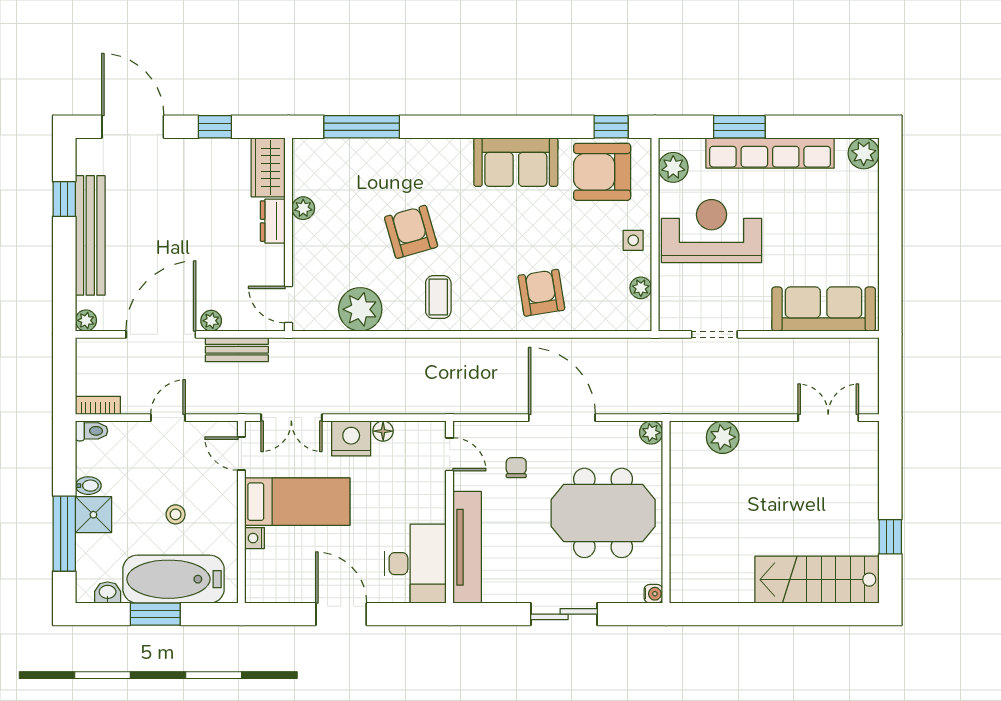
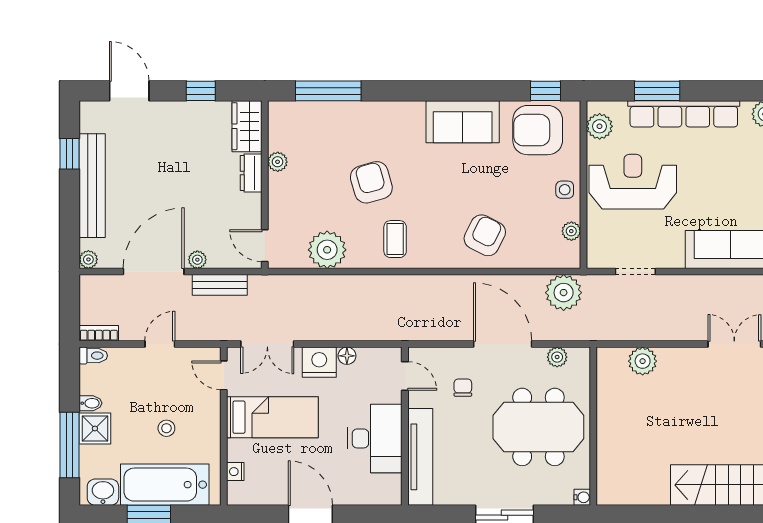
door: (133, 127) -> (129, 91), width x0.73
armchair: (541, 293) -> (485, 235), turned 36
plant: (632, 358) -> (564, 293), added
plant: (651, 433) -> (557, 357), moved
nightstand: (255, 538) -> (235, 472), moved
desk: (415, 564) -> (375, 438), moved
washbasin: (108, 593) -> (103, 492), width x1.38, depth x1.45

